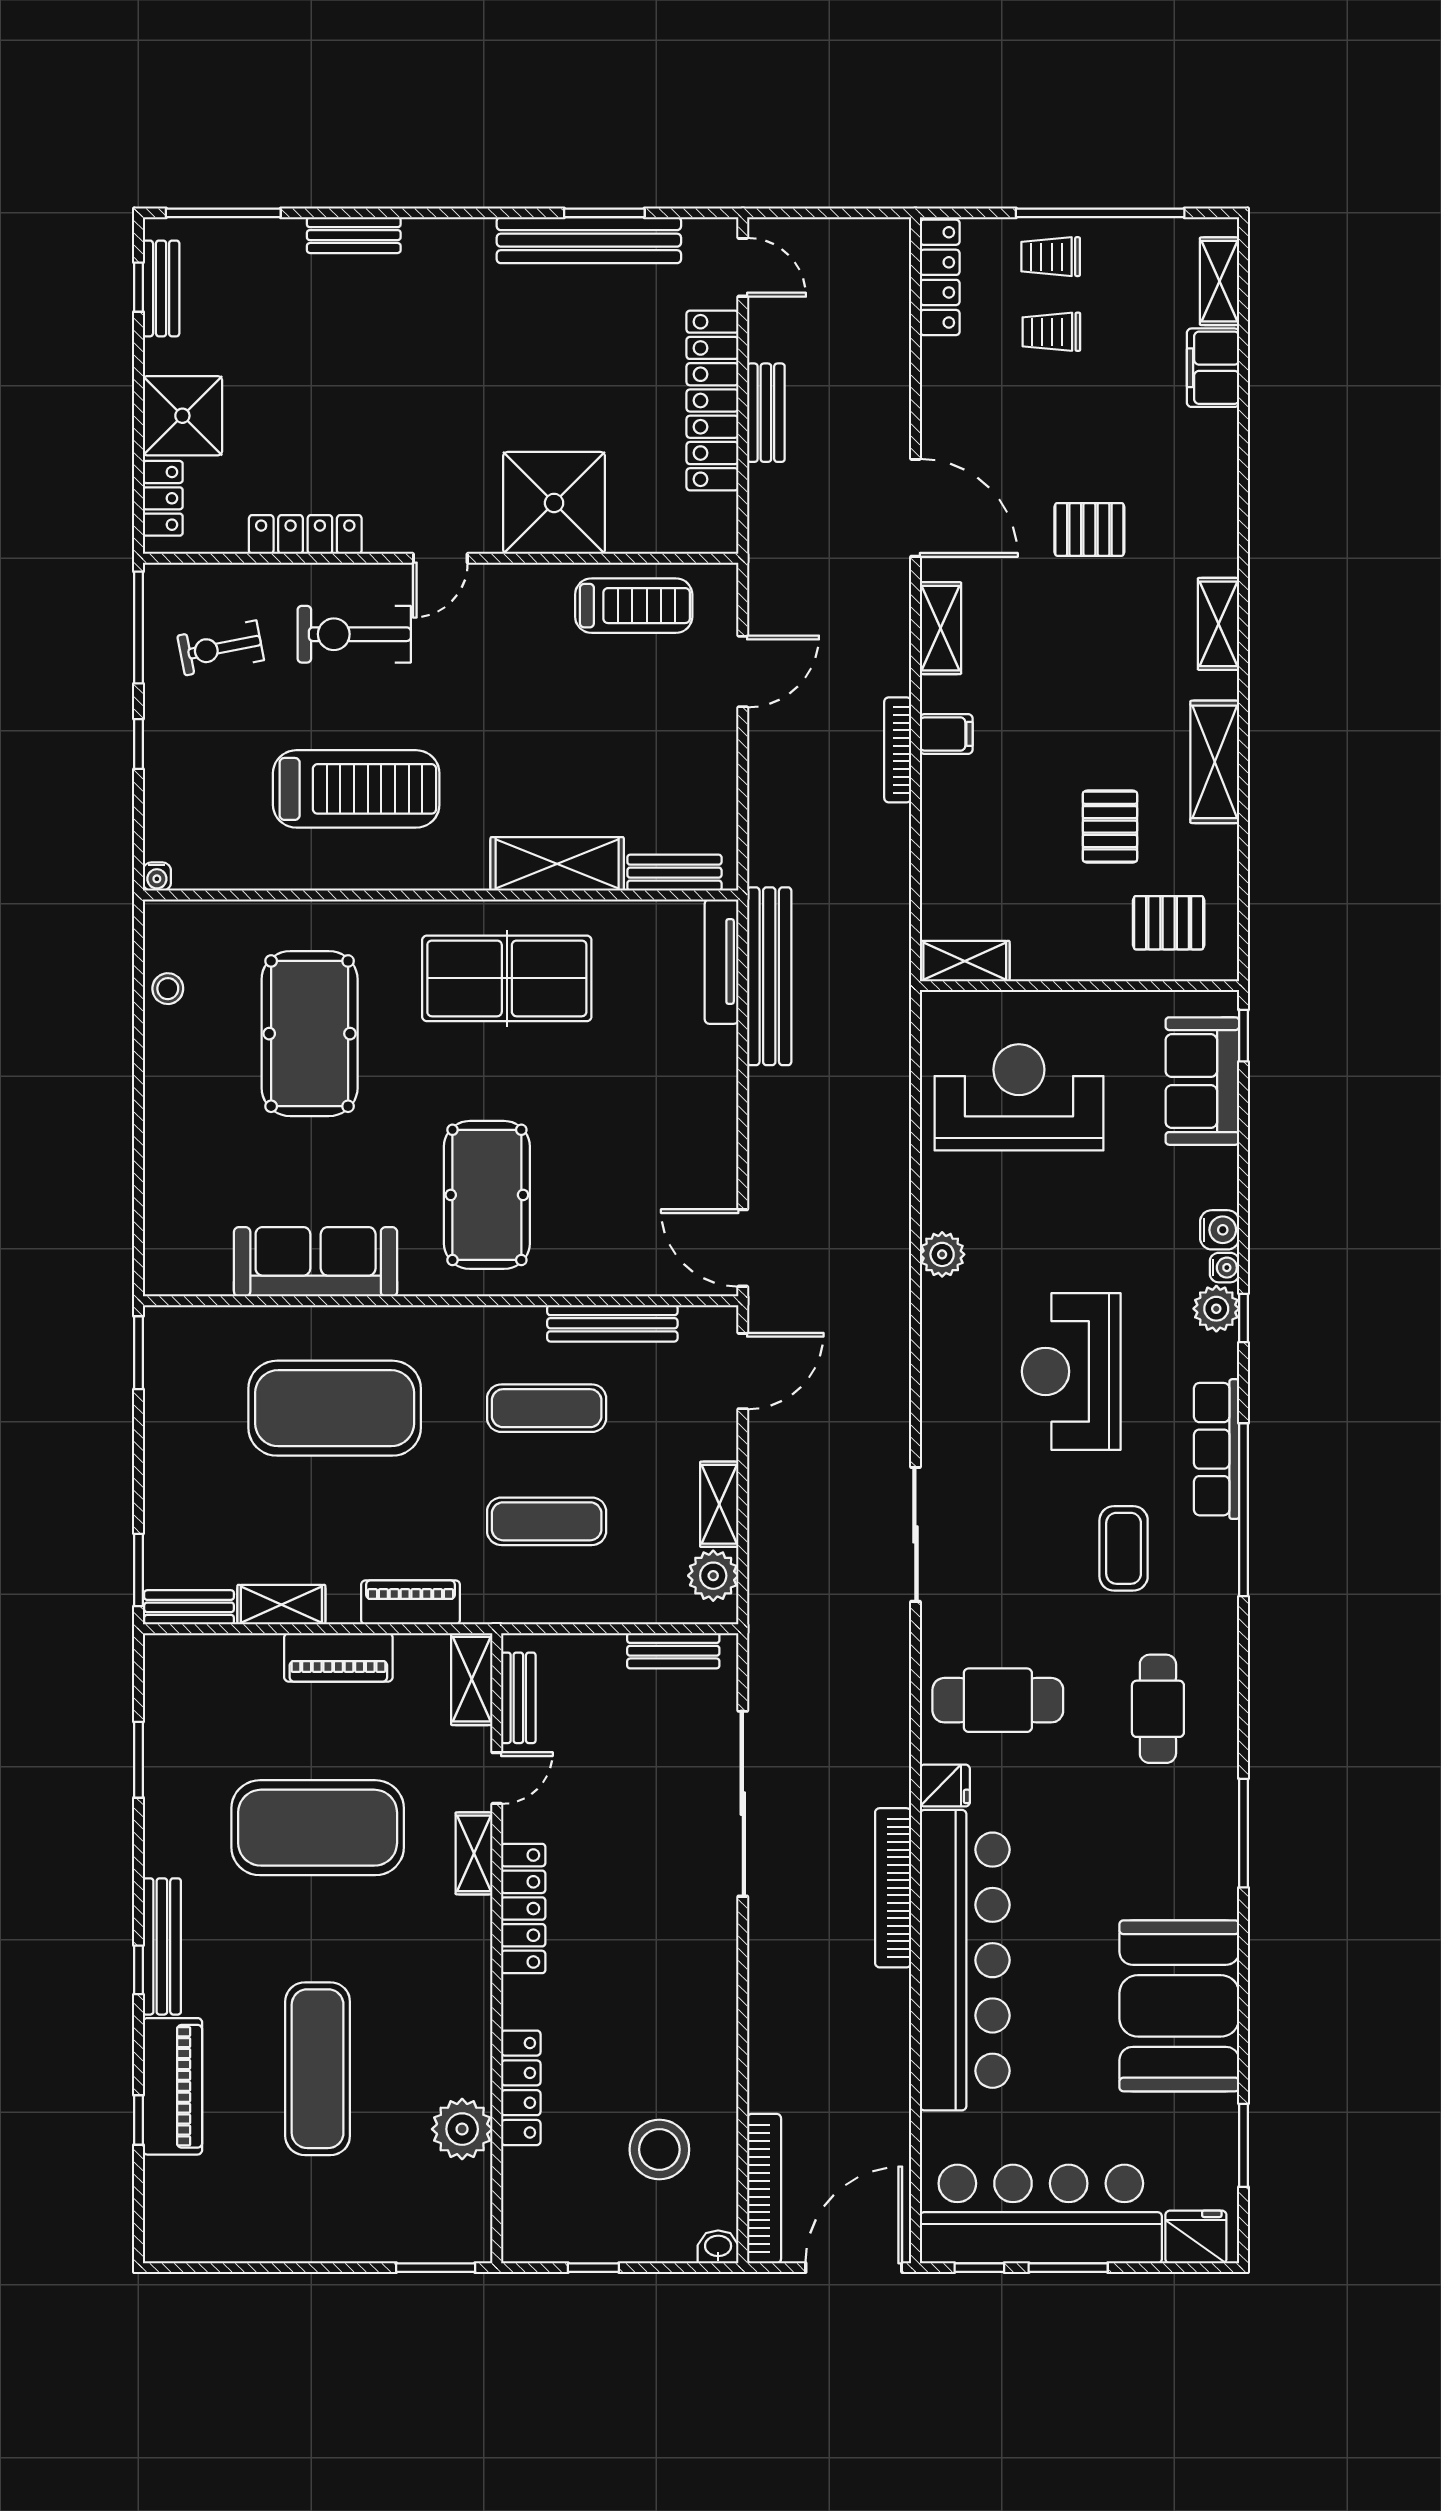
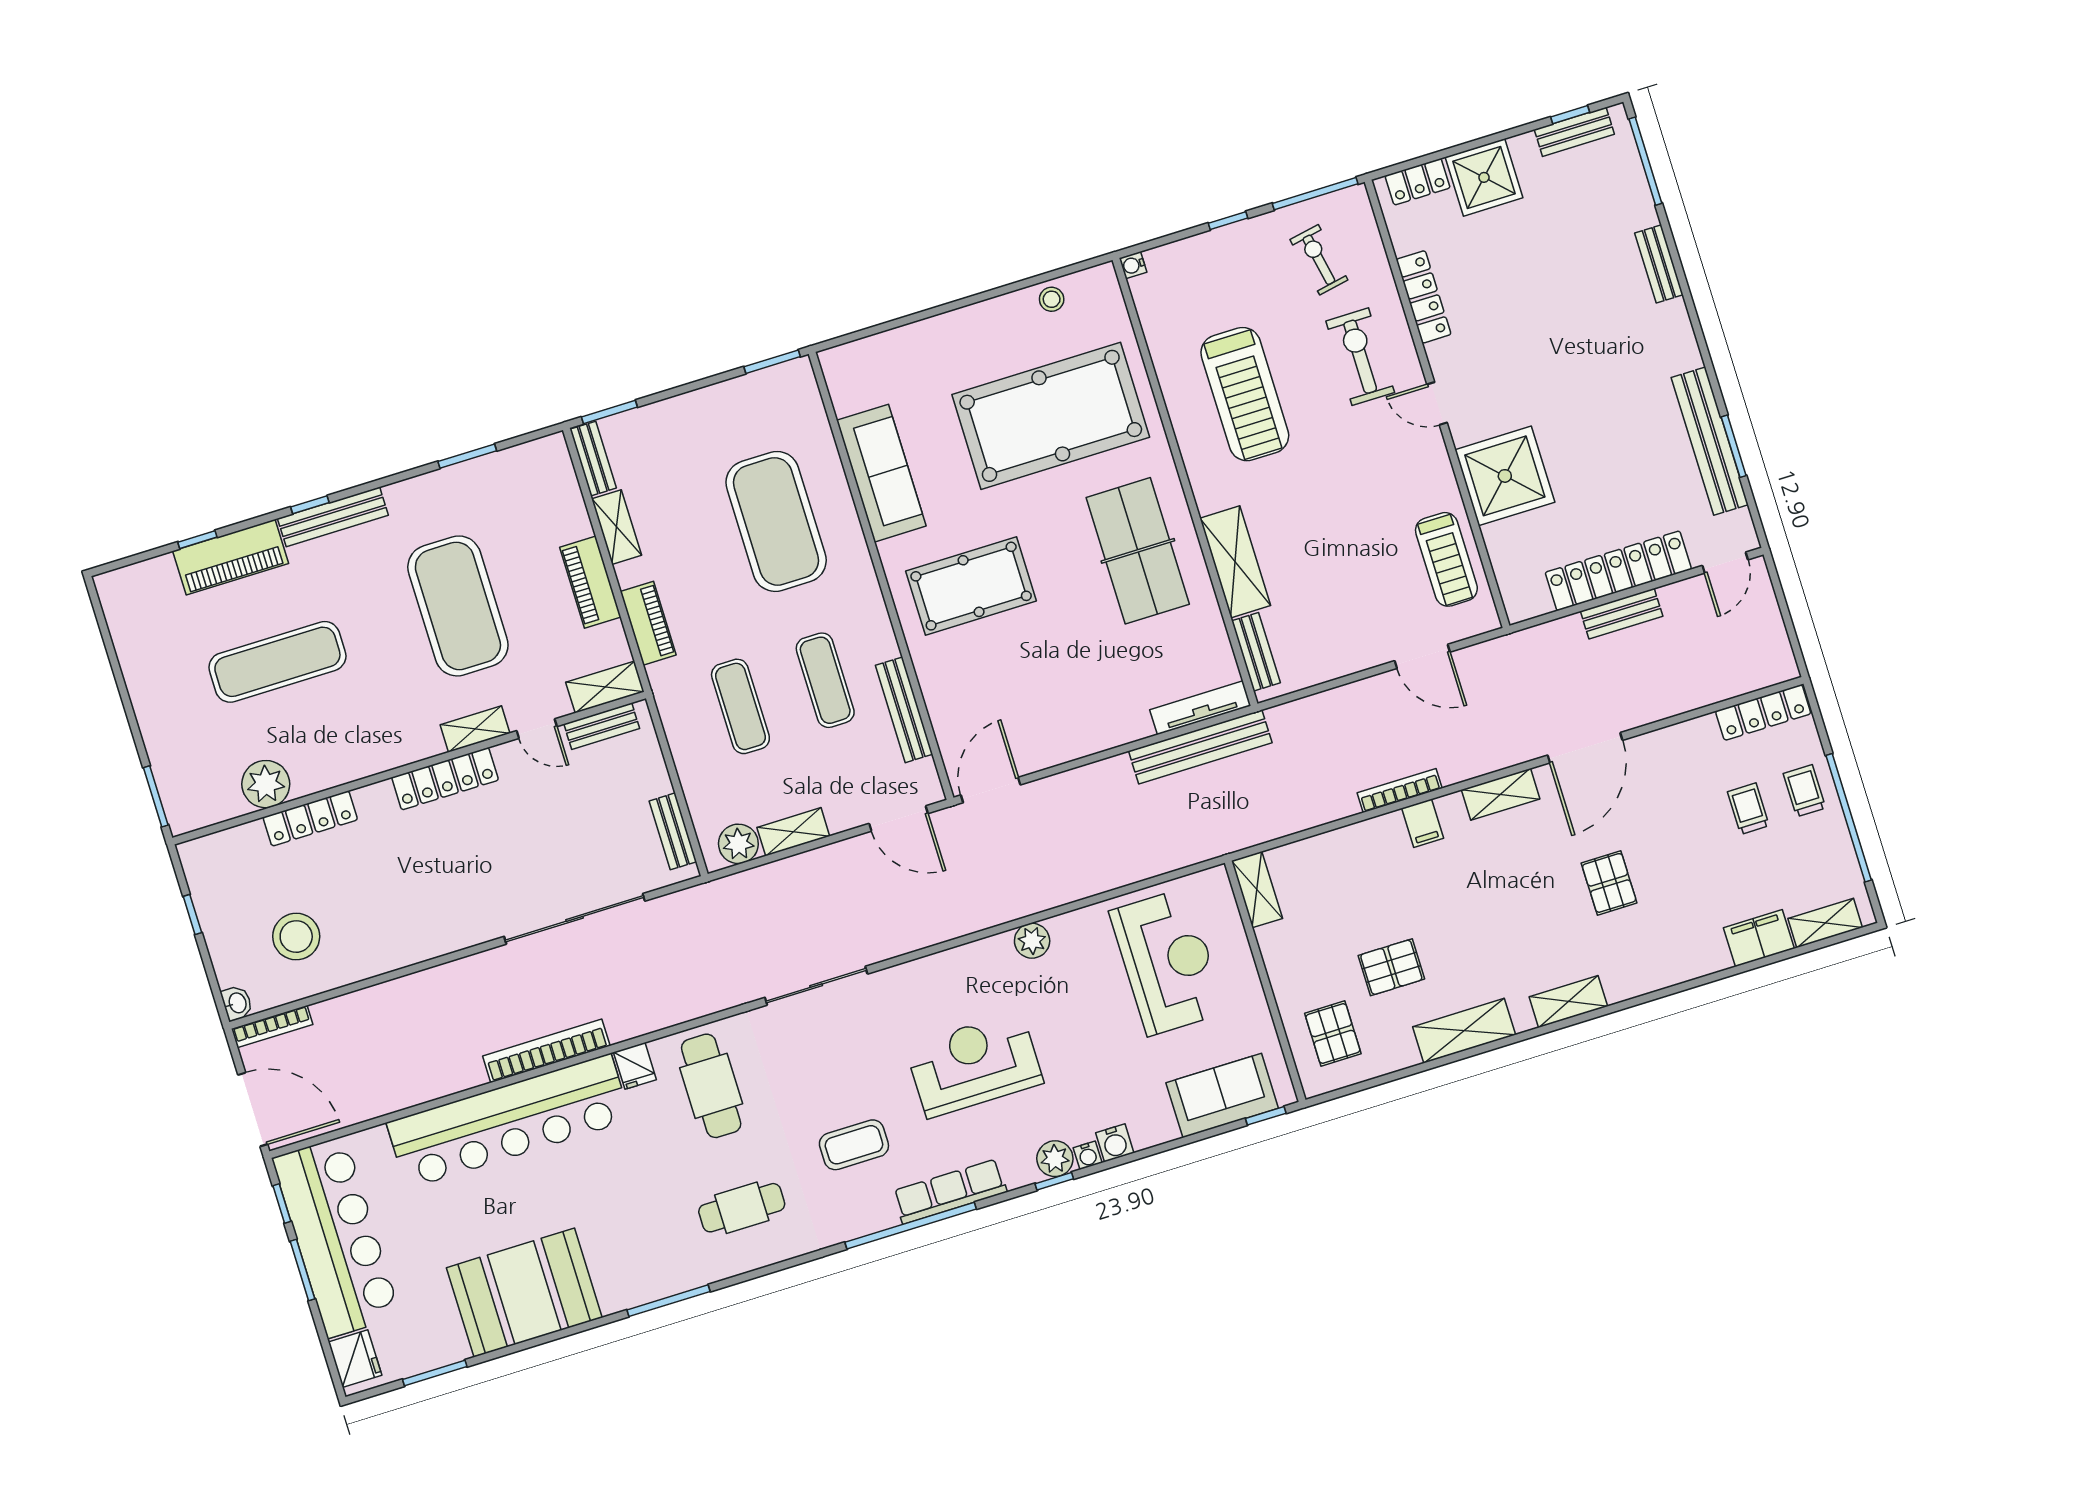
pool table: (310, 1034) -> (1051, 416), width x1.36, depth x1.32
bookcase: (764, 2189) -> (272, 1027), width x0.68, depth x0.76

